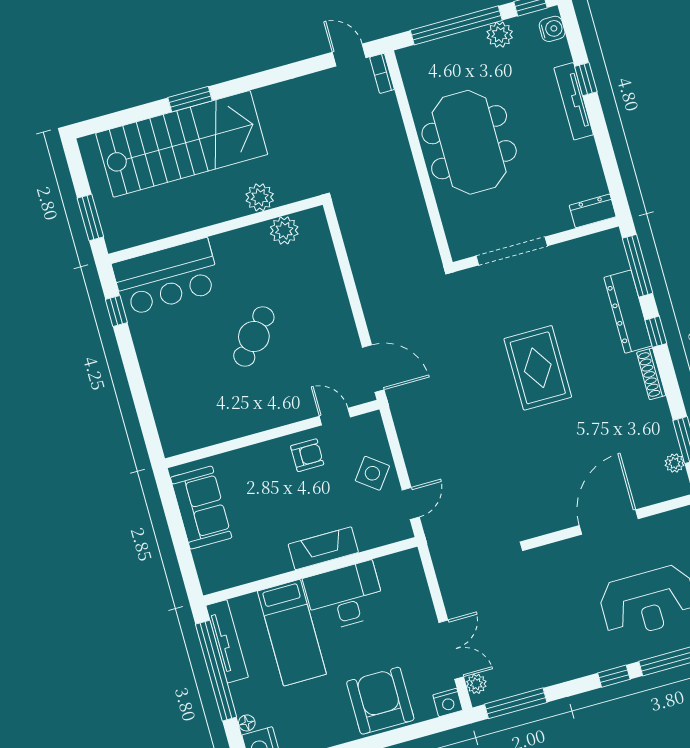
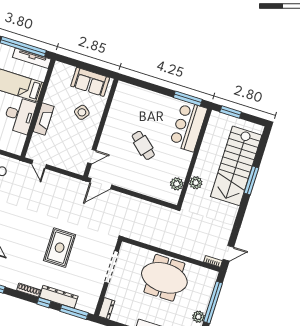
window: (190, 99) -> (251, 180), width x1.44
window: (116, 311) -> (188, 98), width x2.17
rug: (538, 368) -> (60, 248), turned 90
armchair: (307, 455) -> (84, 136), removed
side table: (372, 473) -> (82, 112), moved

